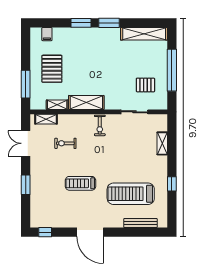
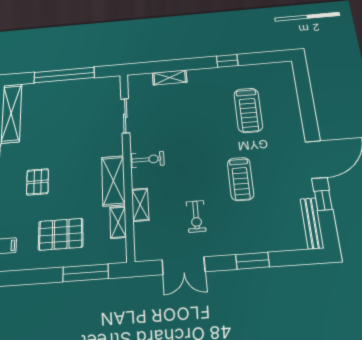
pallet: (145, 85) -> (38, 182), moved
shelving: (46, 119) -> (140, 205), moved
exercise bike: (65, 143) -> (196, 216), moved
treadmill: (131, 194) -> (248, 110), width x0.73, depth x0.73
bench: (140, 223) -> (312, 223), moved
window: (45, 232) -> (323, 200), moved

